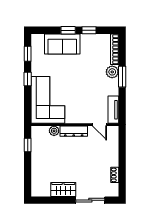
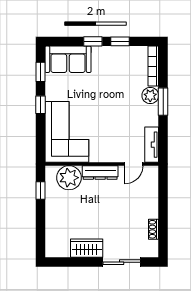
sofa: (62, 44) -> (68, 59), moved
door: (100, 125) -> (134, 164), hinge flipped
plant: (54, 131) -> (69, 178), width x1.88, depth x1.88

